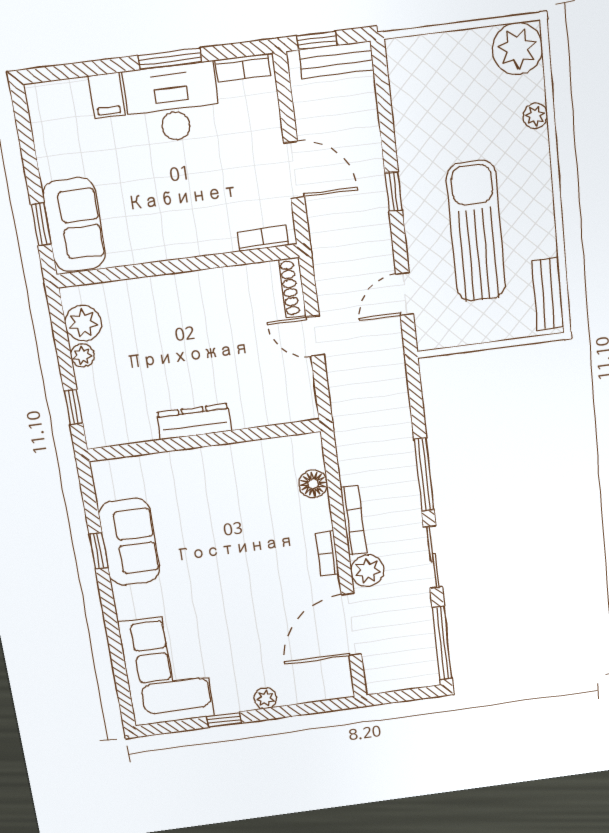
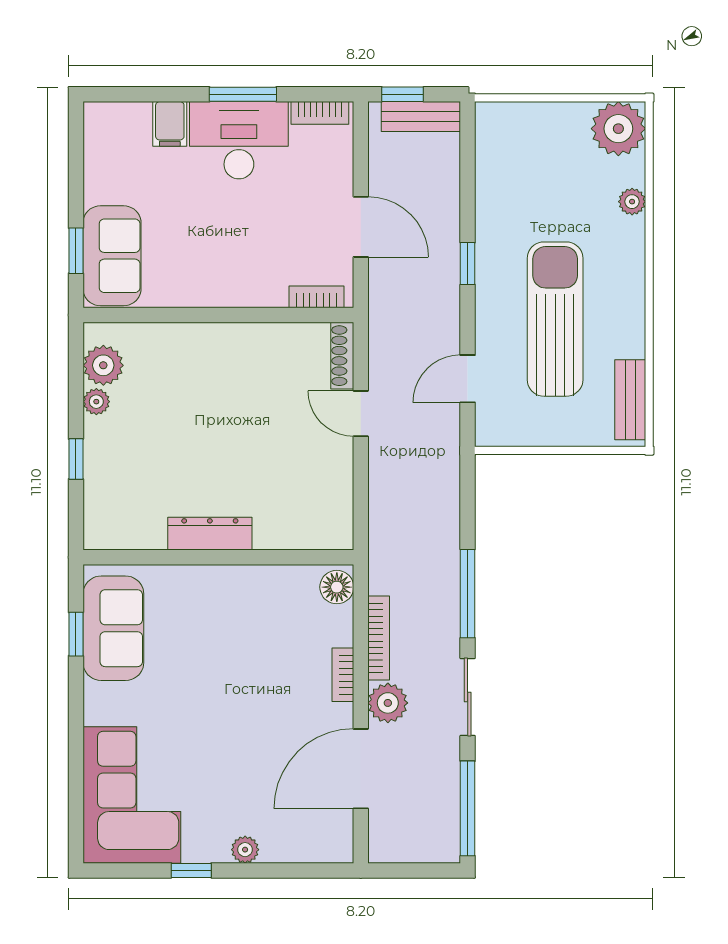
dresser: (194, 422) -> (210, 534), moved
wall: (204, 440) -> (218, 557), moved

